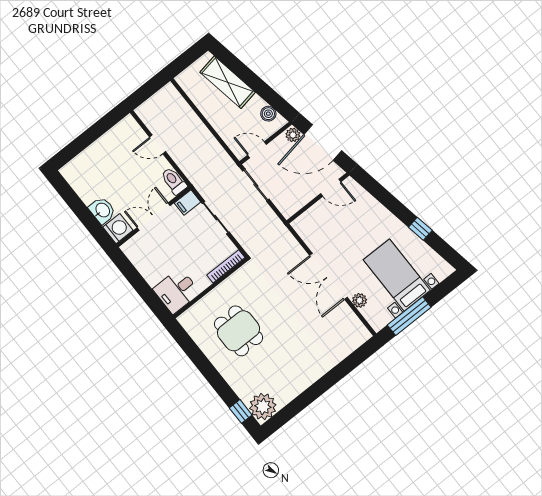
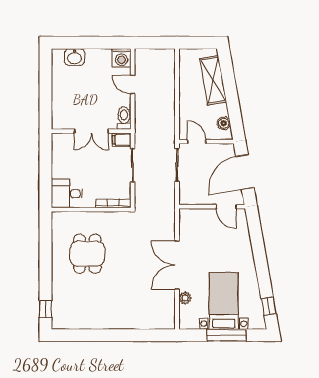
plant: (293, 135) -> (229, 151), removed
door: (323, 143) -> (245, 172), hinge flipped
washbasin: (102, 210) -> (75, 57), moved, turned 90
double door: (154, 217) -> (91, 131), swing flipped
washing machine: (118, 229) -> (121, 58), moved, turned 90
window: (420, 229) -> (269, 306), moved
window: (409, 316) -> (227, 335), moved
plant: (263, 407) -> (63, 318), removed

